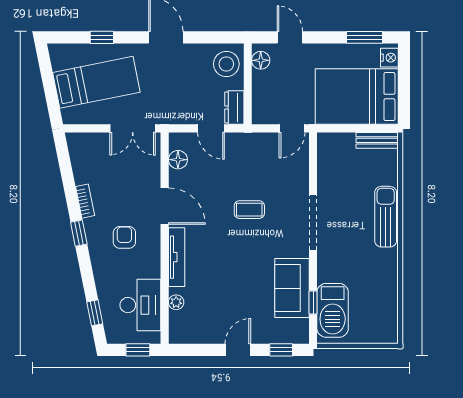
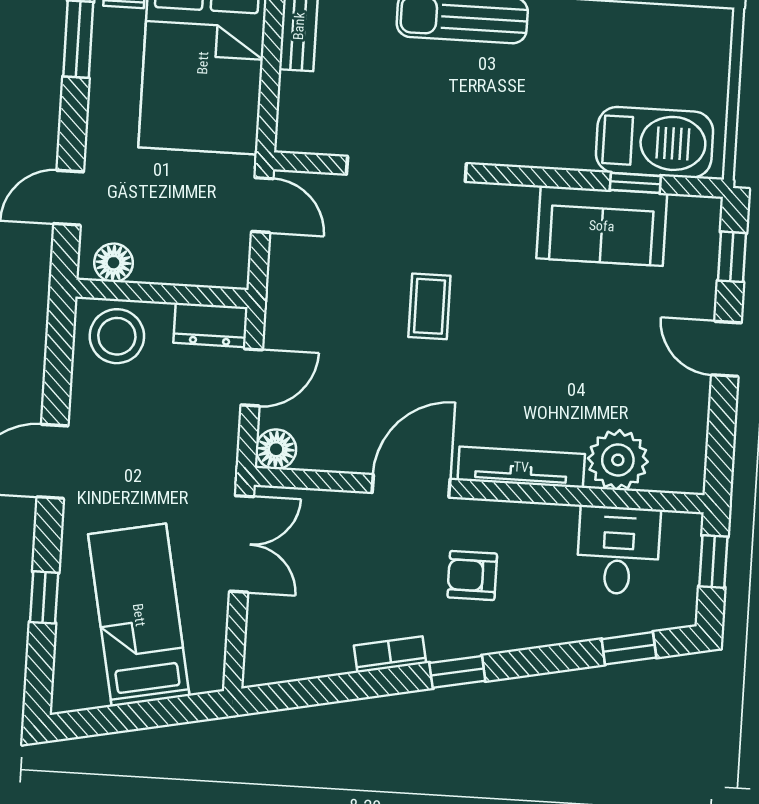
floor lamp: (178, 160) -> (276, 449), moved
doorway: (313, 222) -> (406, 169), moved
plant: (176, 302) -> (618, 460), width x1.88, depth x1.88
desk: (140, 305) -> (618, 550), width x0.73

